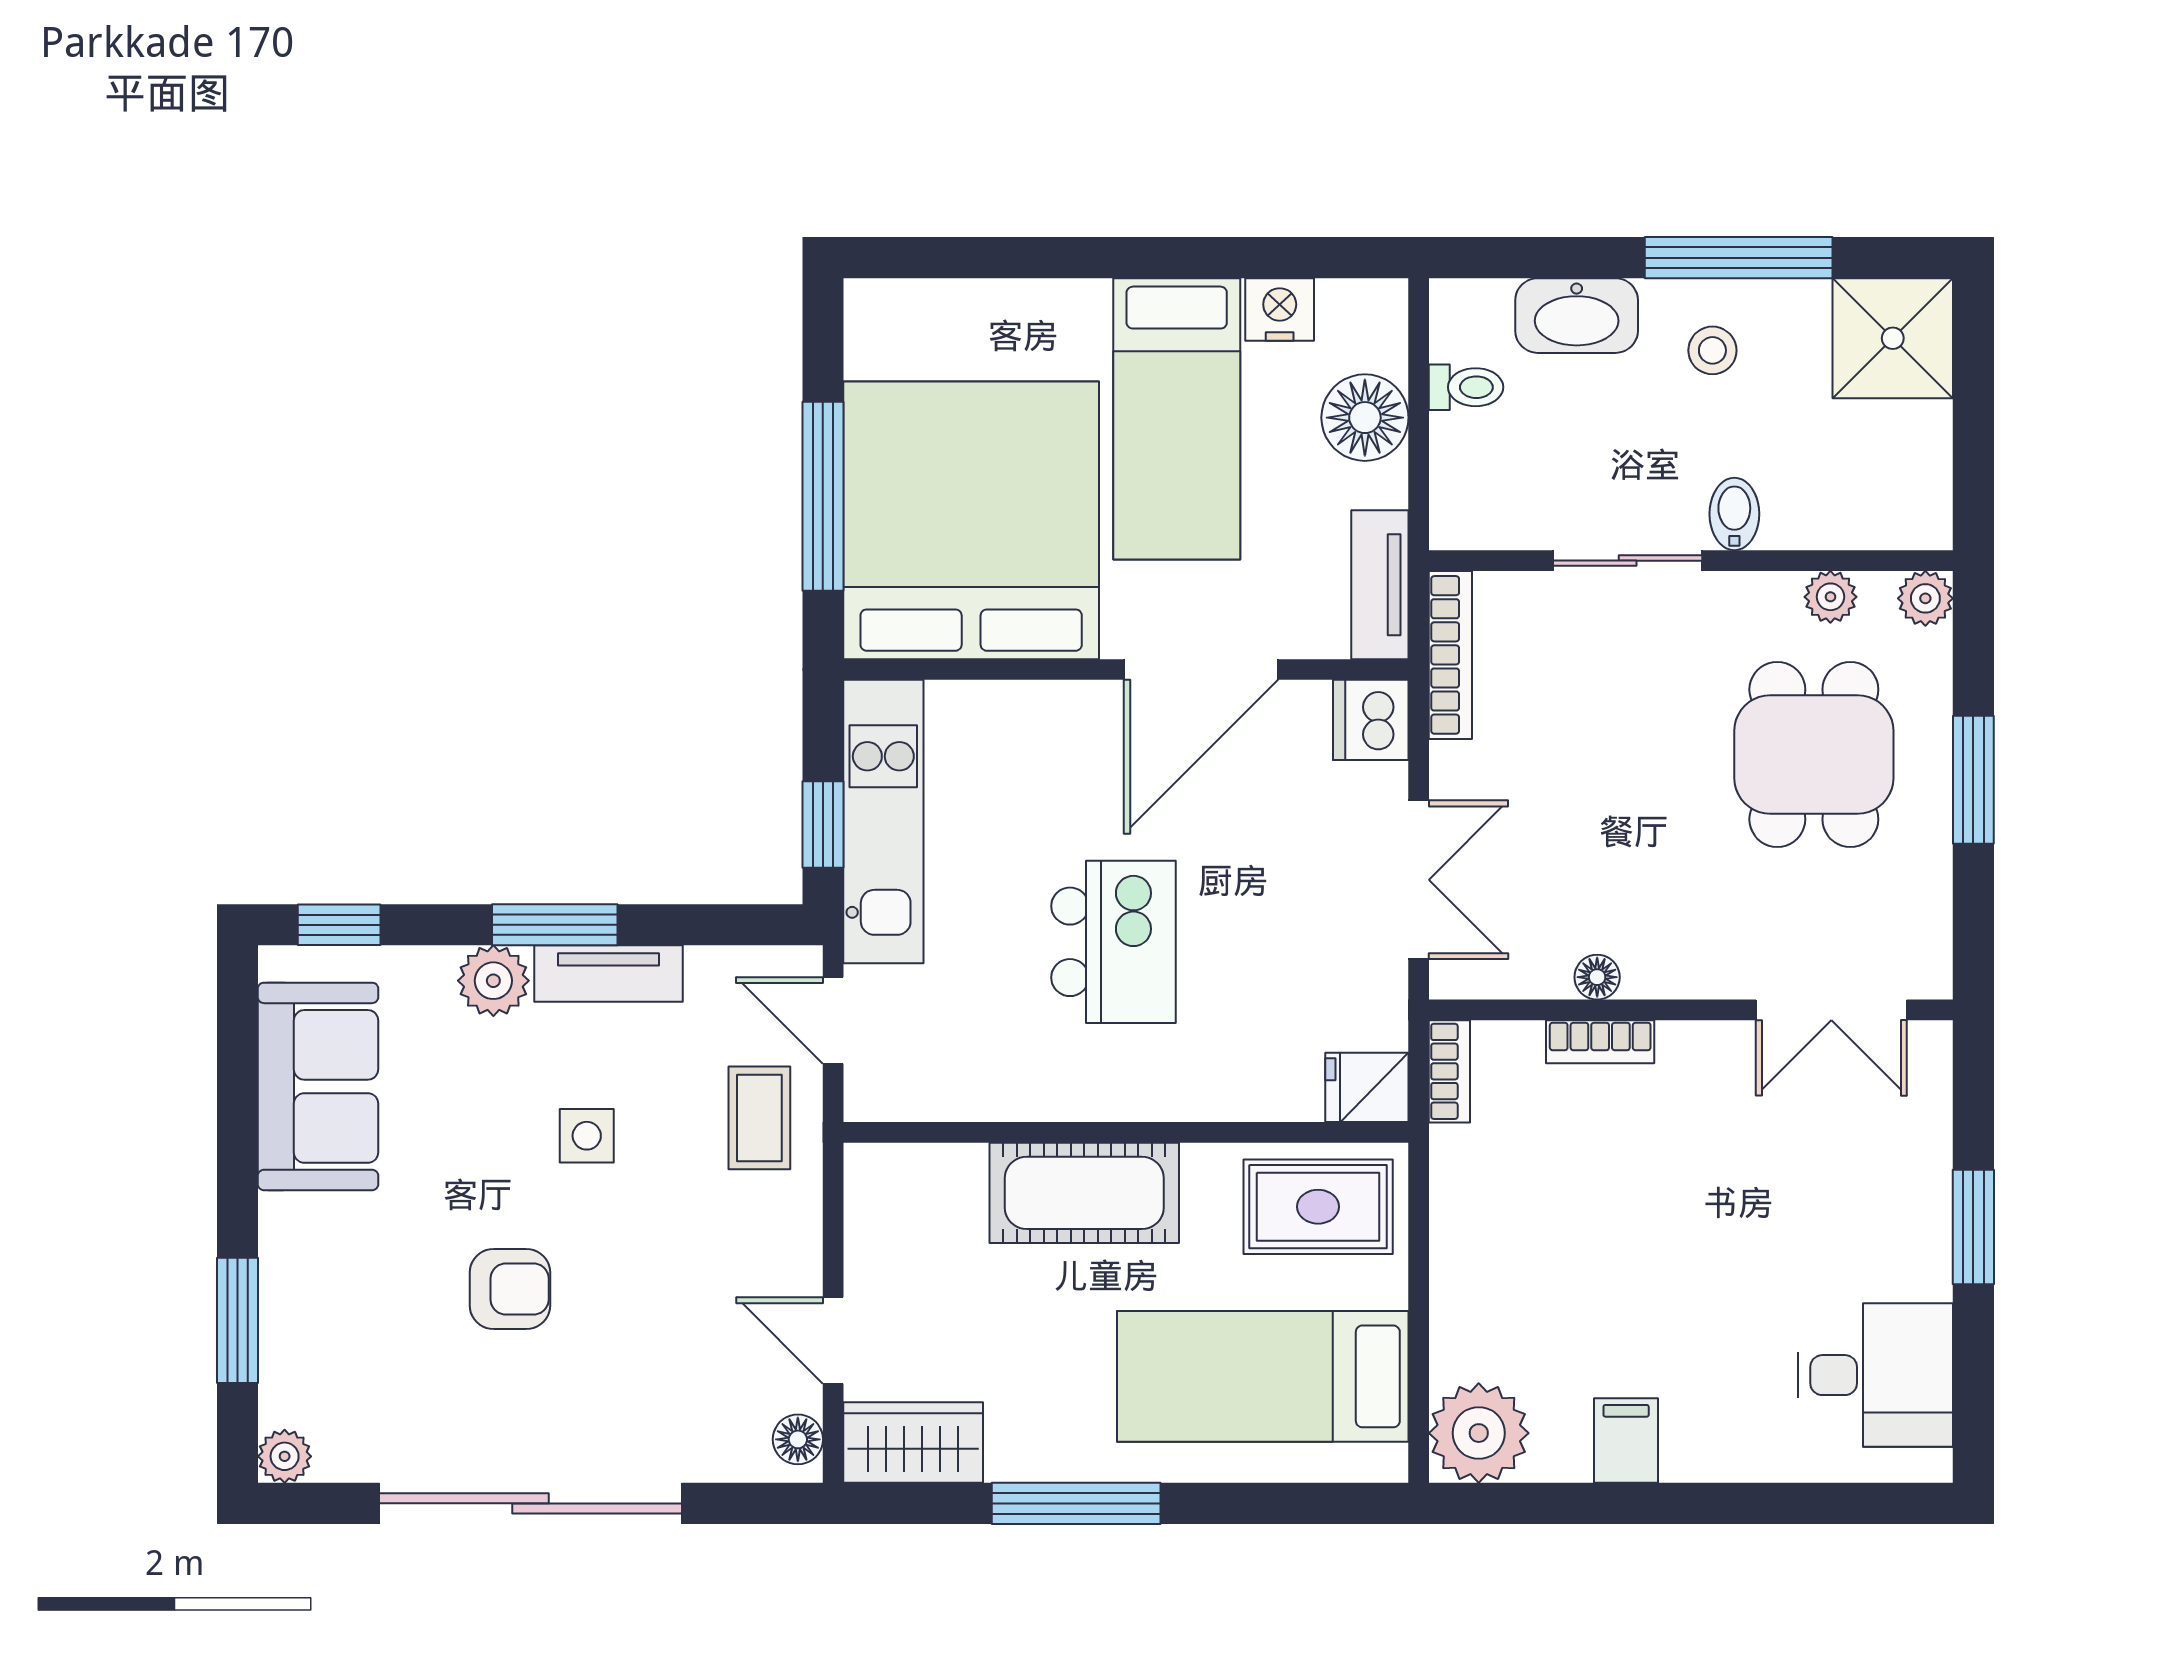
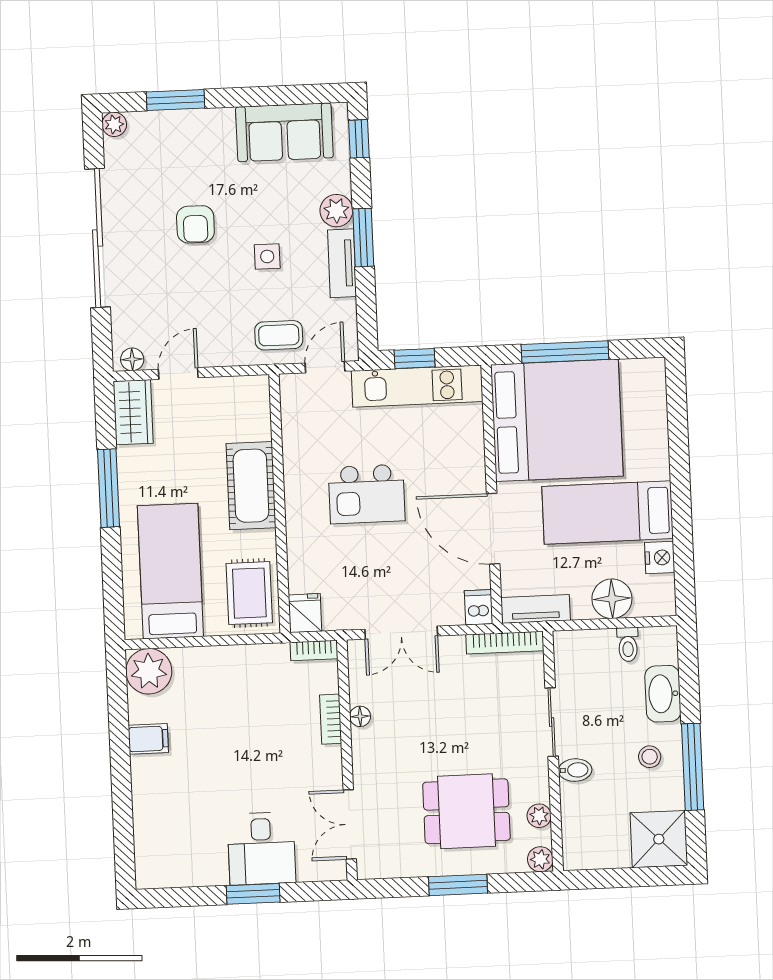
dishwasher: (1371, 720) -> (479, 607), width x0.73
desk: (1875, 1375) -> (261, 849), moved

